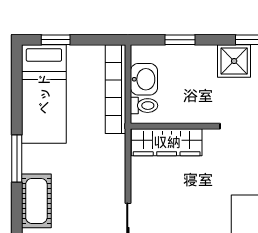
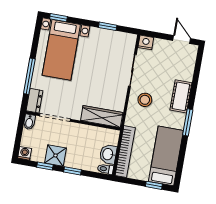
window: (180, 40) -> (72, 171), moved
toilet: (144, 106) -> (105, 169), moved
stool: (97, 184) -> (145, 100), added

